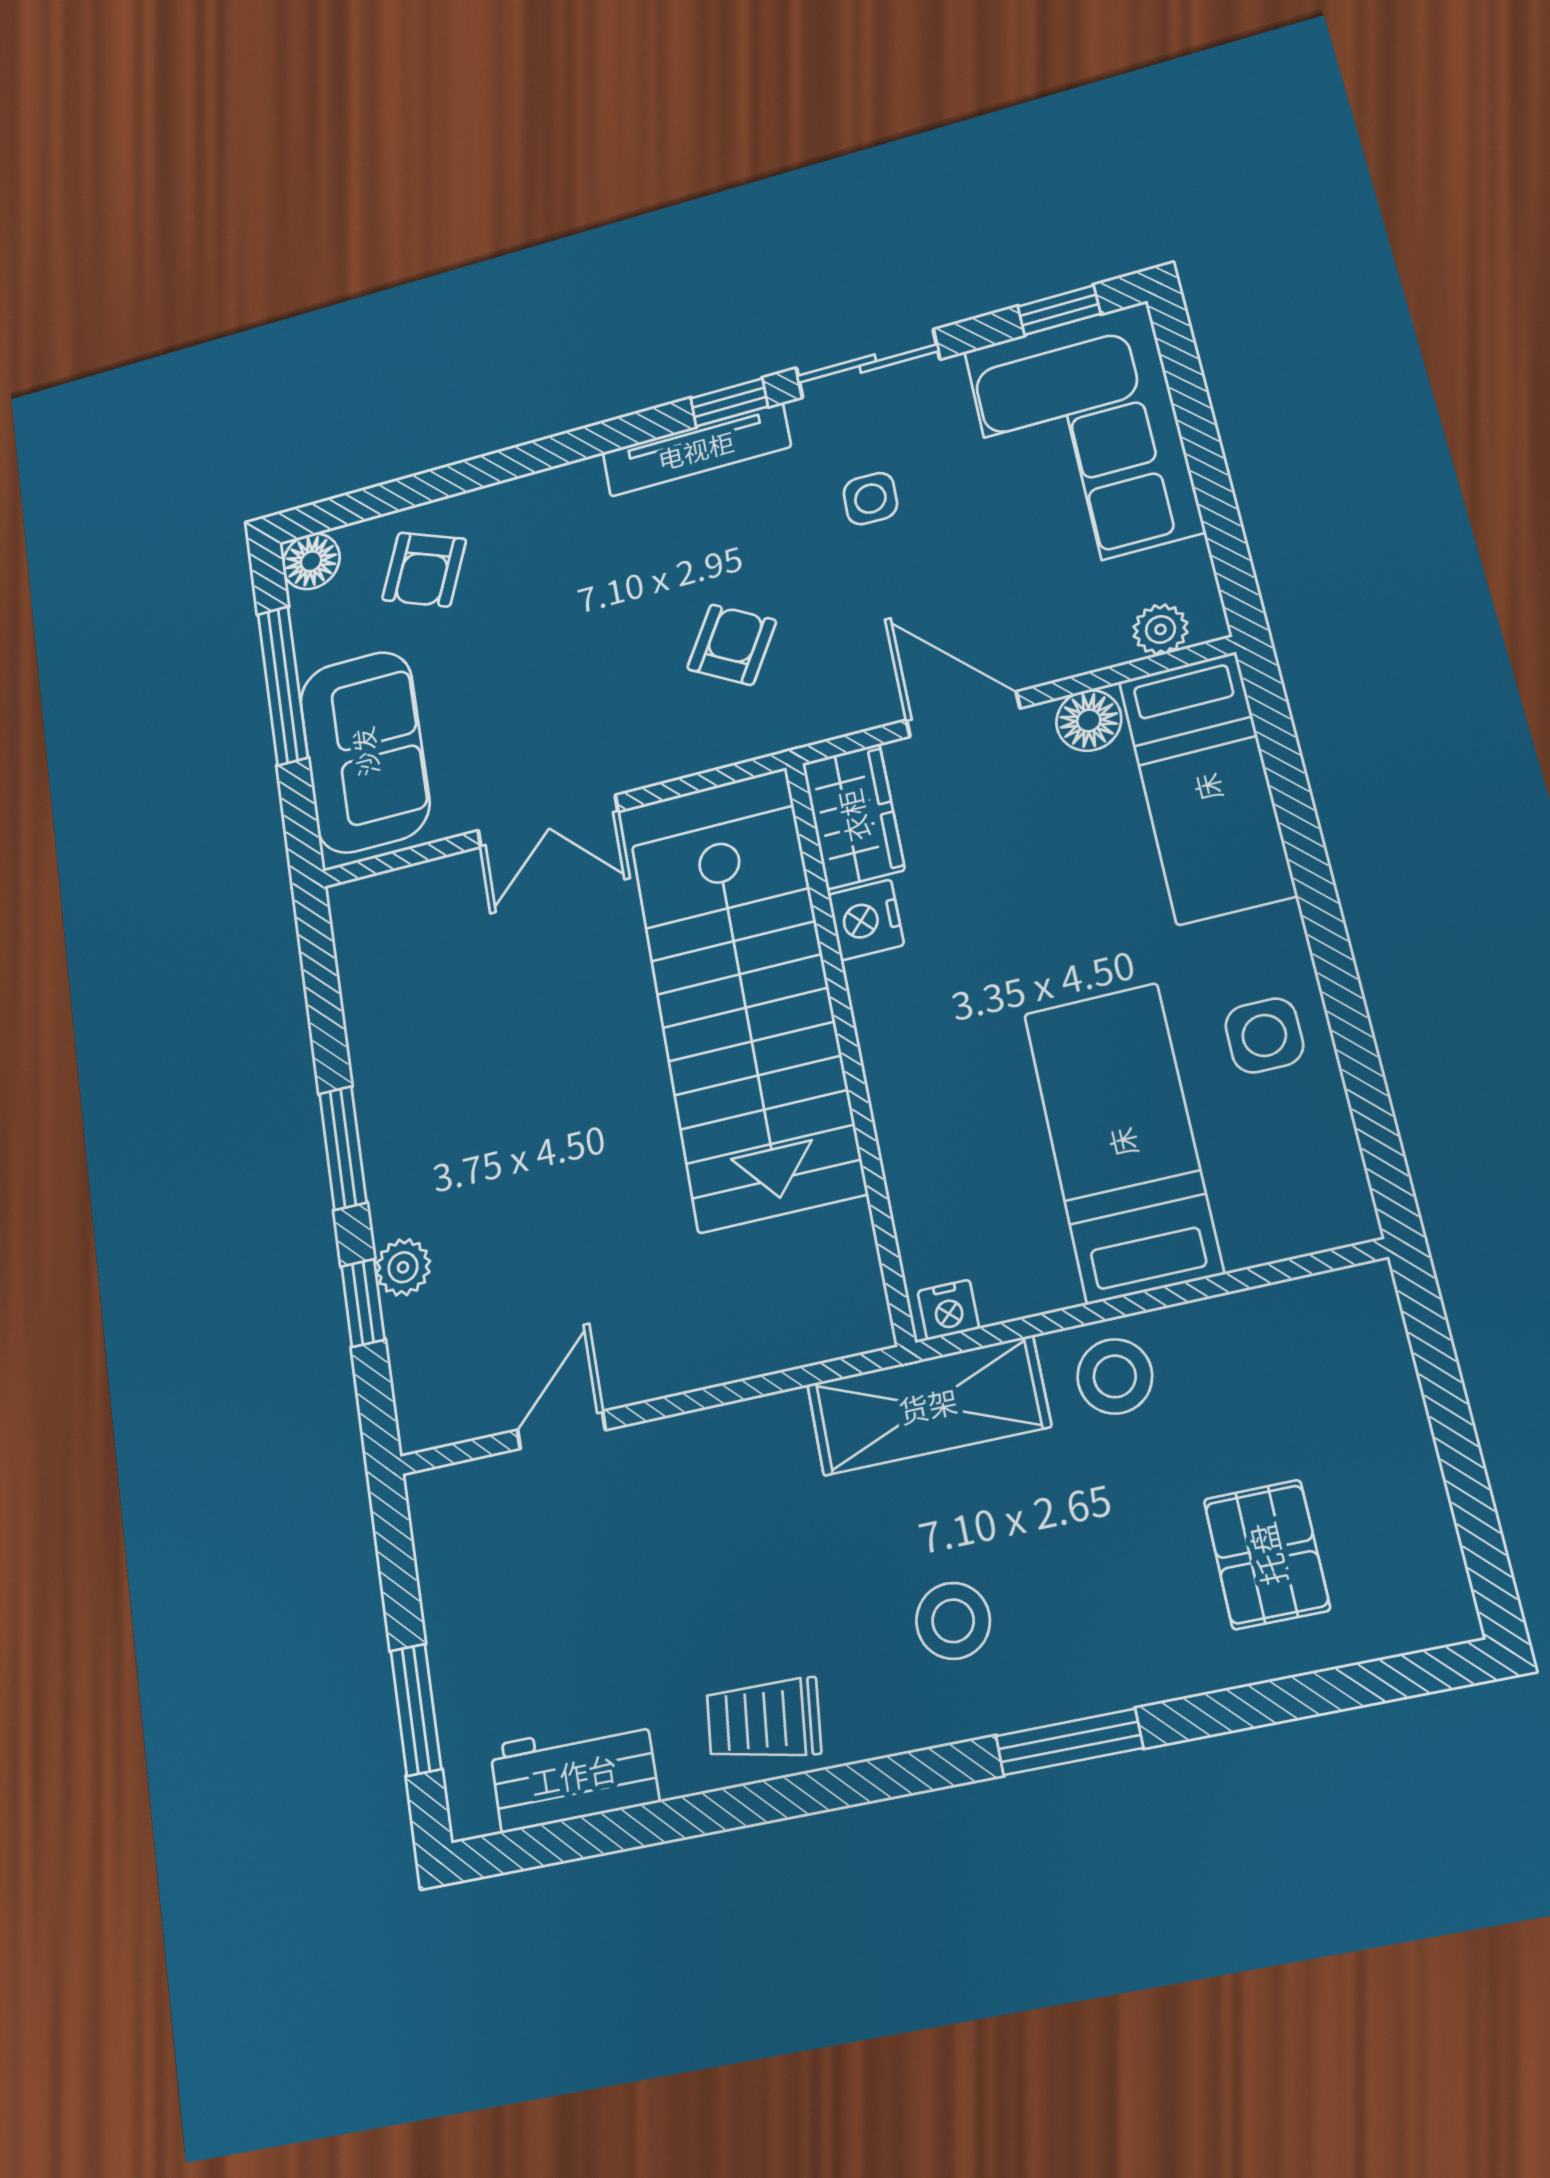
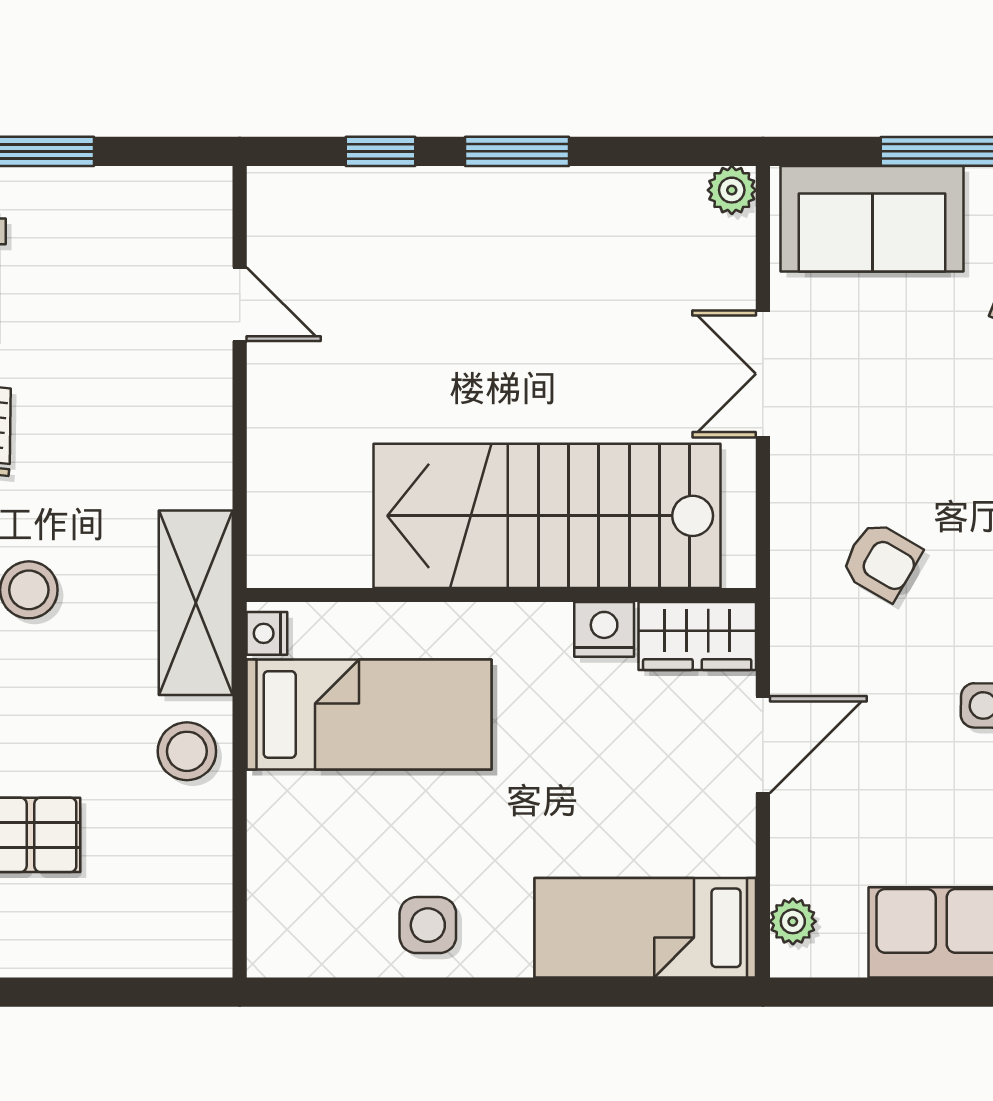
floor lamp: (1089, 720) -> (729, 846), removed
bed: (1122, 1142) -> (369, 714), moved
plant: (403, 1267) -> (732, 190), moved

